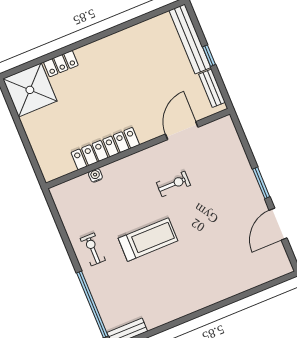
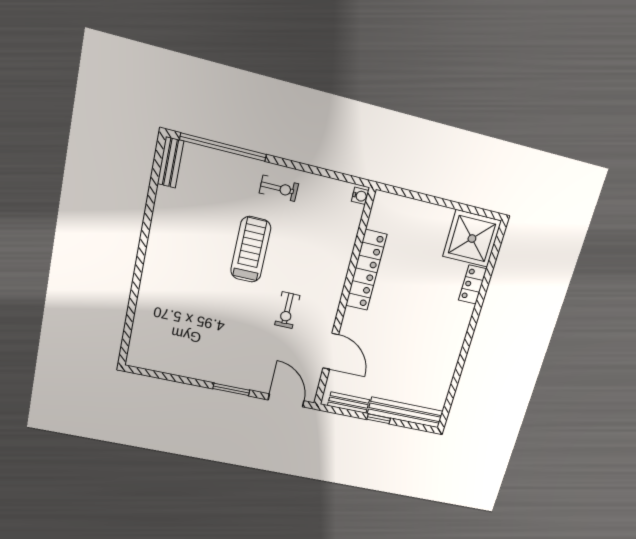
water cooler: (95, 175) -> (360, 196), moved
door: (278, 224) -> (286, 400), moved
treadmill: (148, 240) -> (251, 249), turned 180

